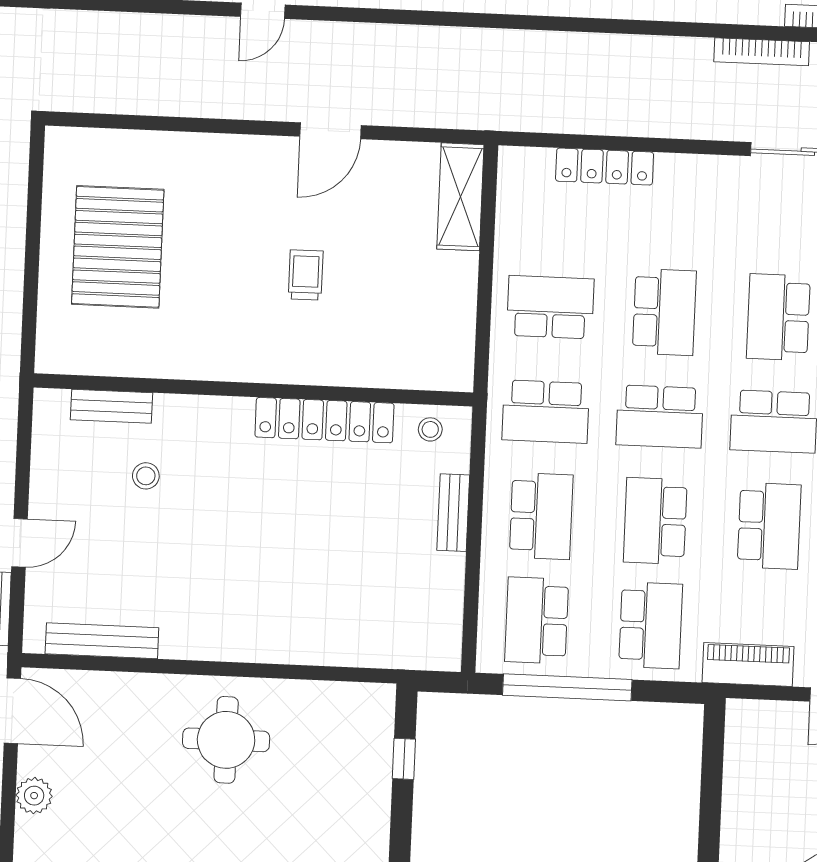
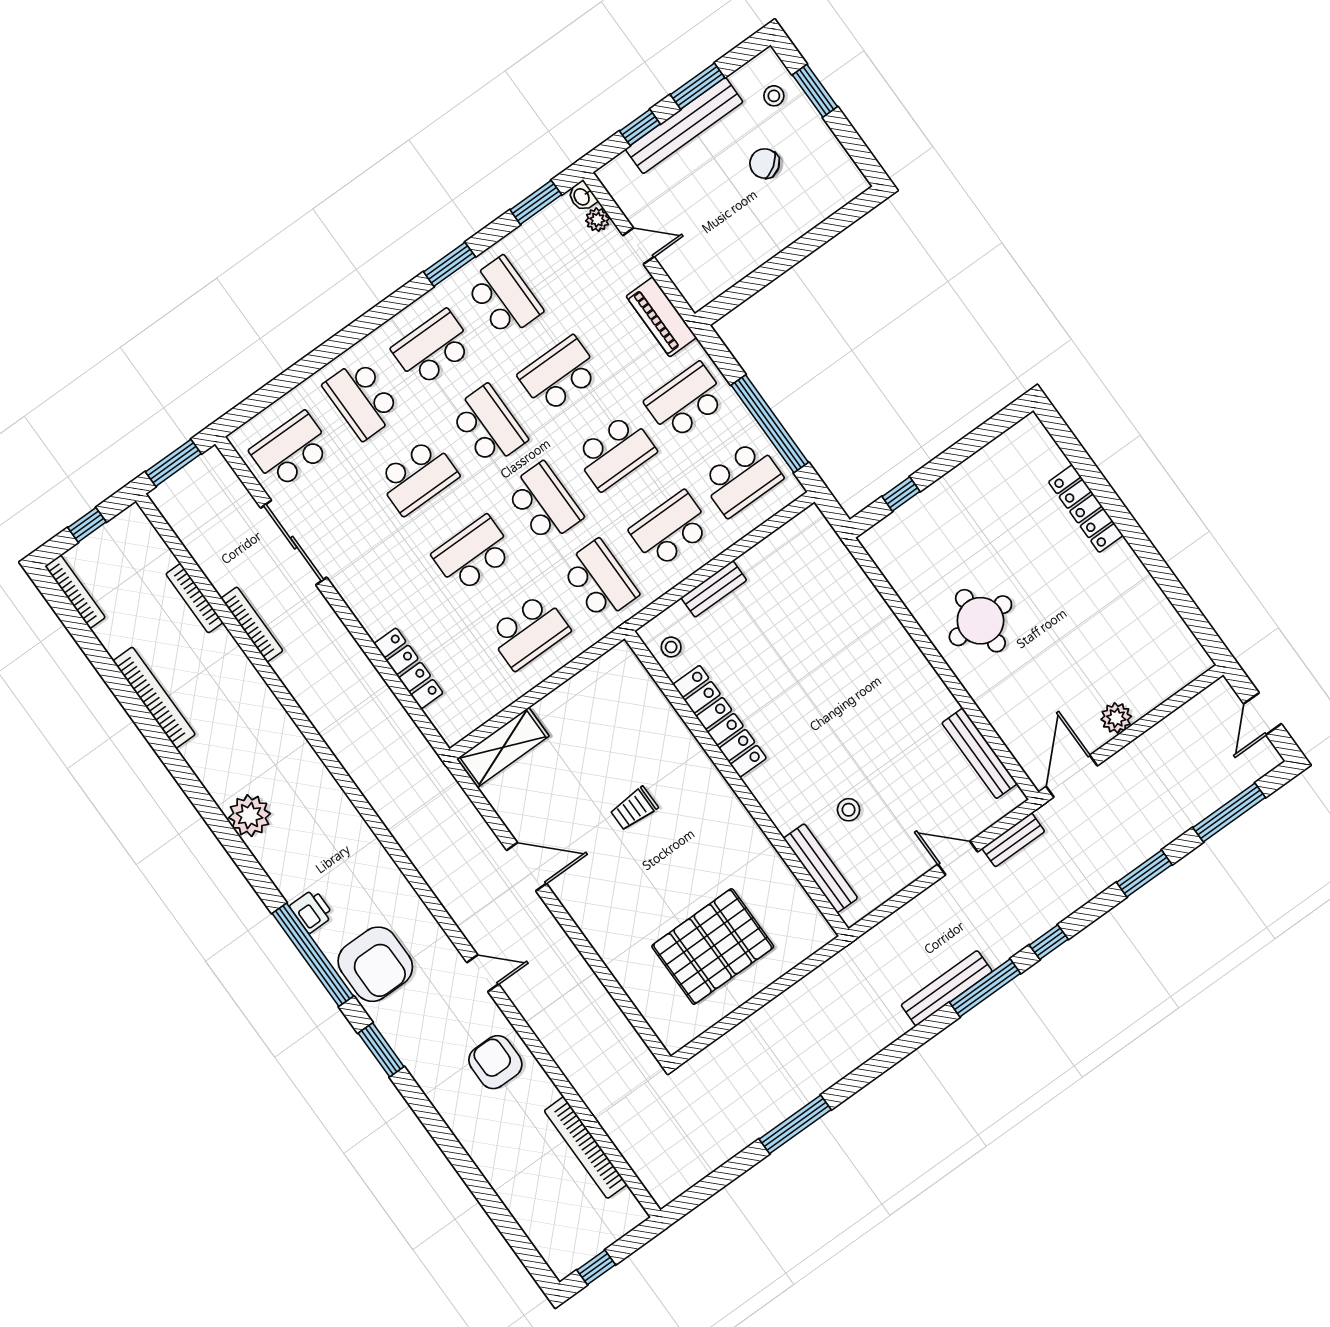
school desk: (550, 307) -> (529, 631), turned -90
bench: (111, 406) -> (821, 868), width x1.36

